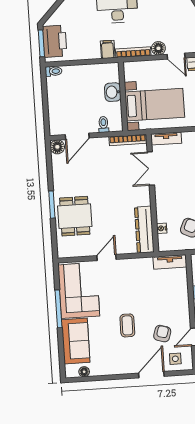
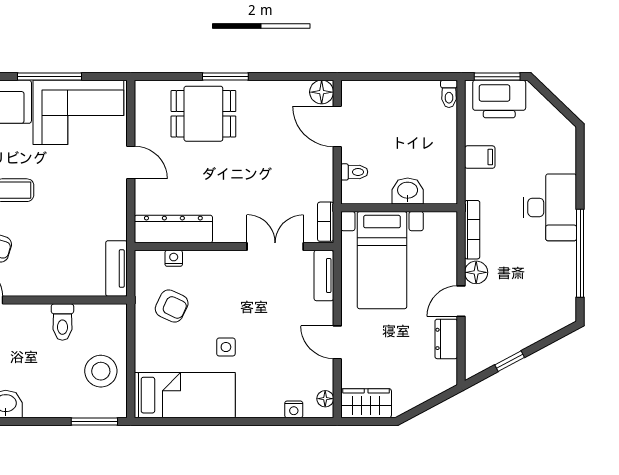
filing cabinet: (108, 49) -> (480, 157), moved
bookcase: (128, 140) -> (326, 222), width x0.64

